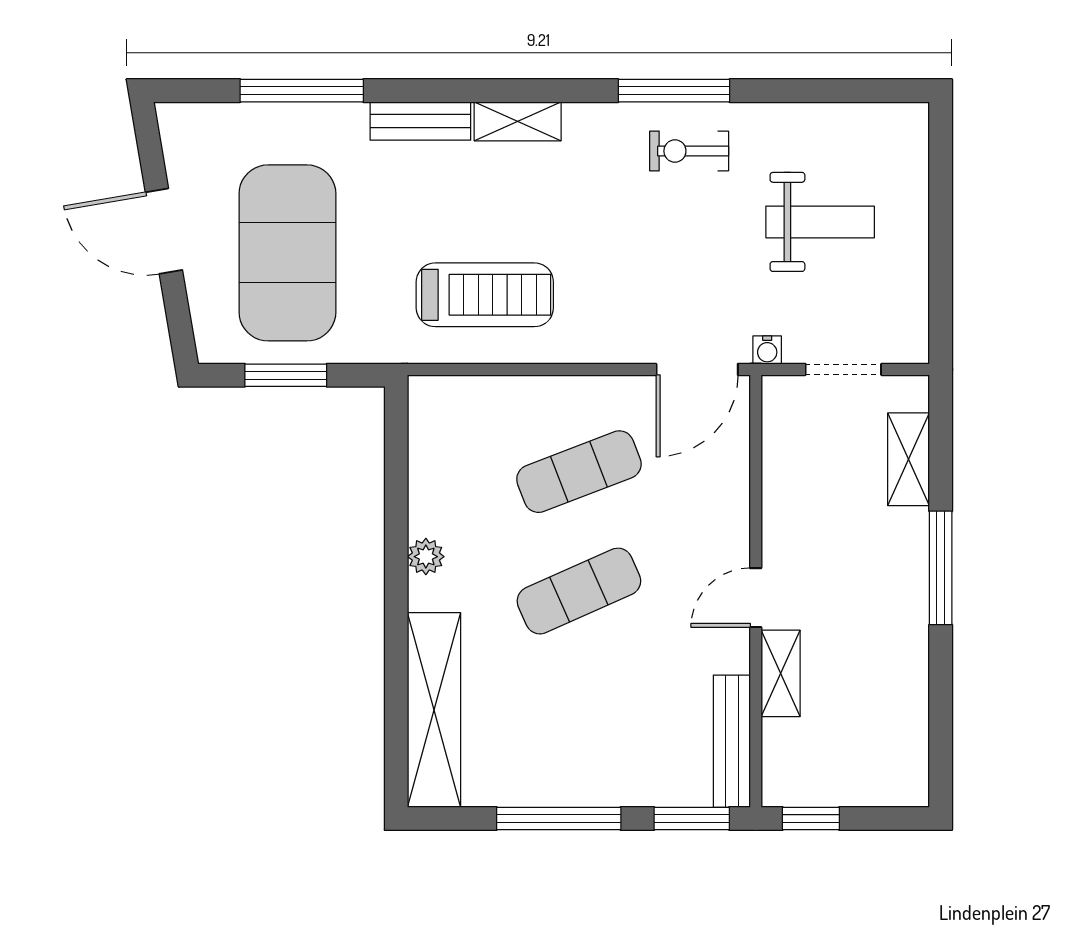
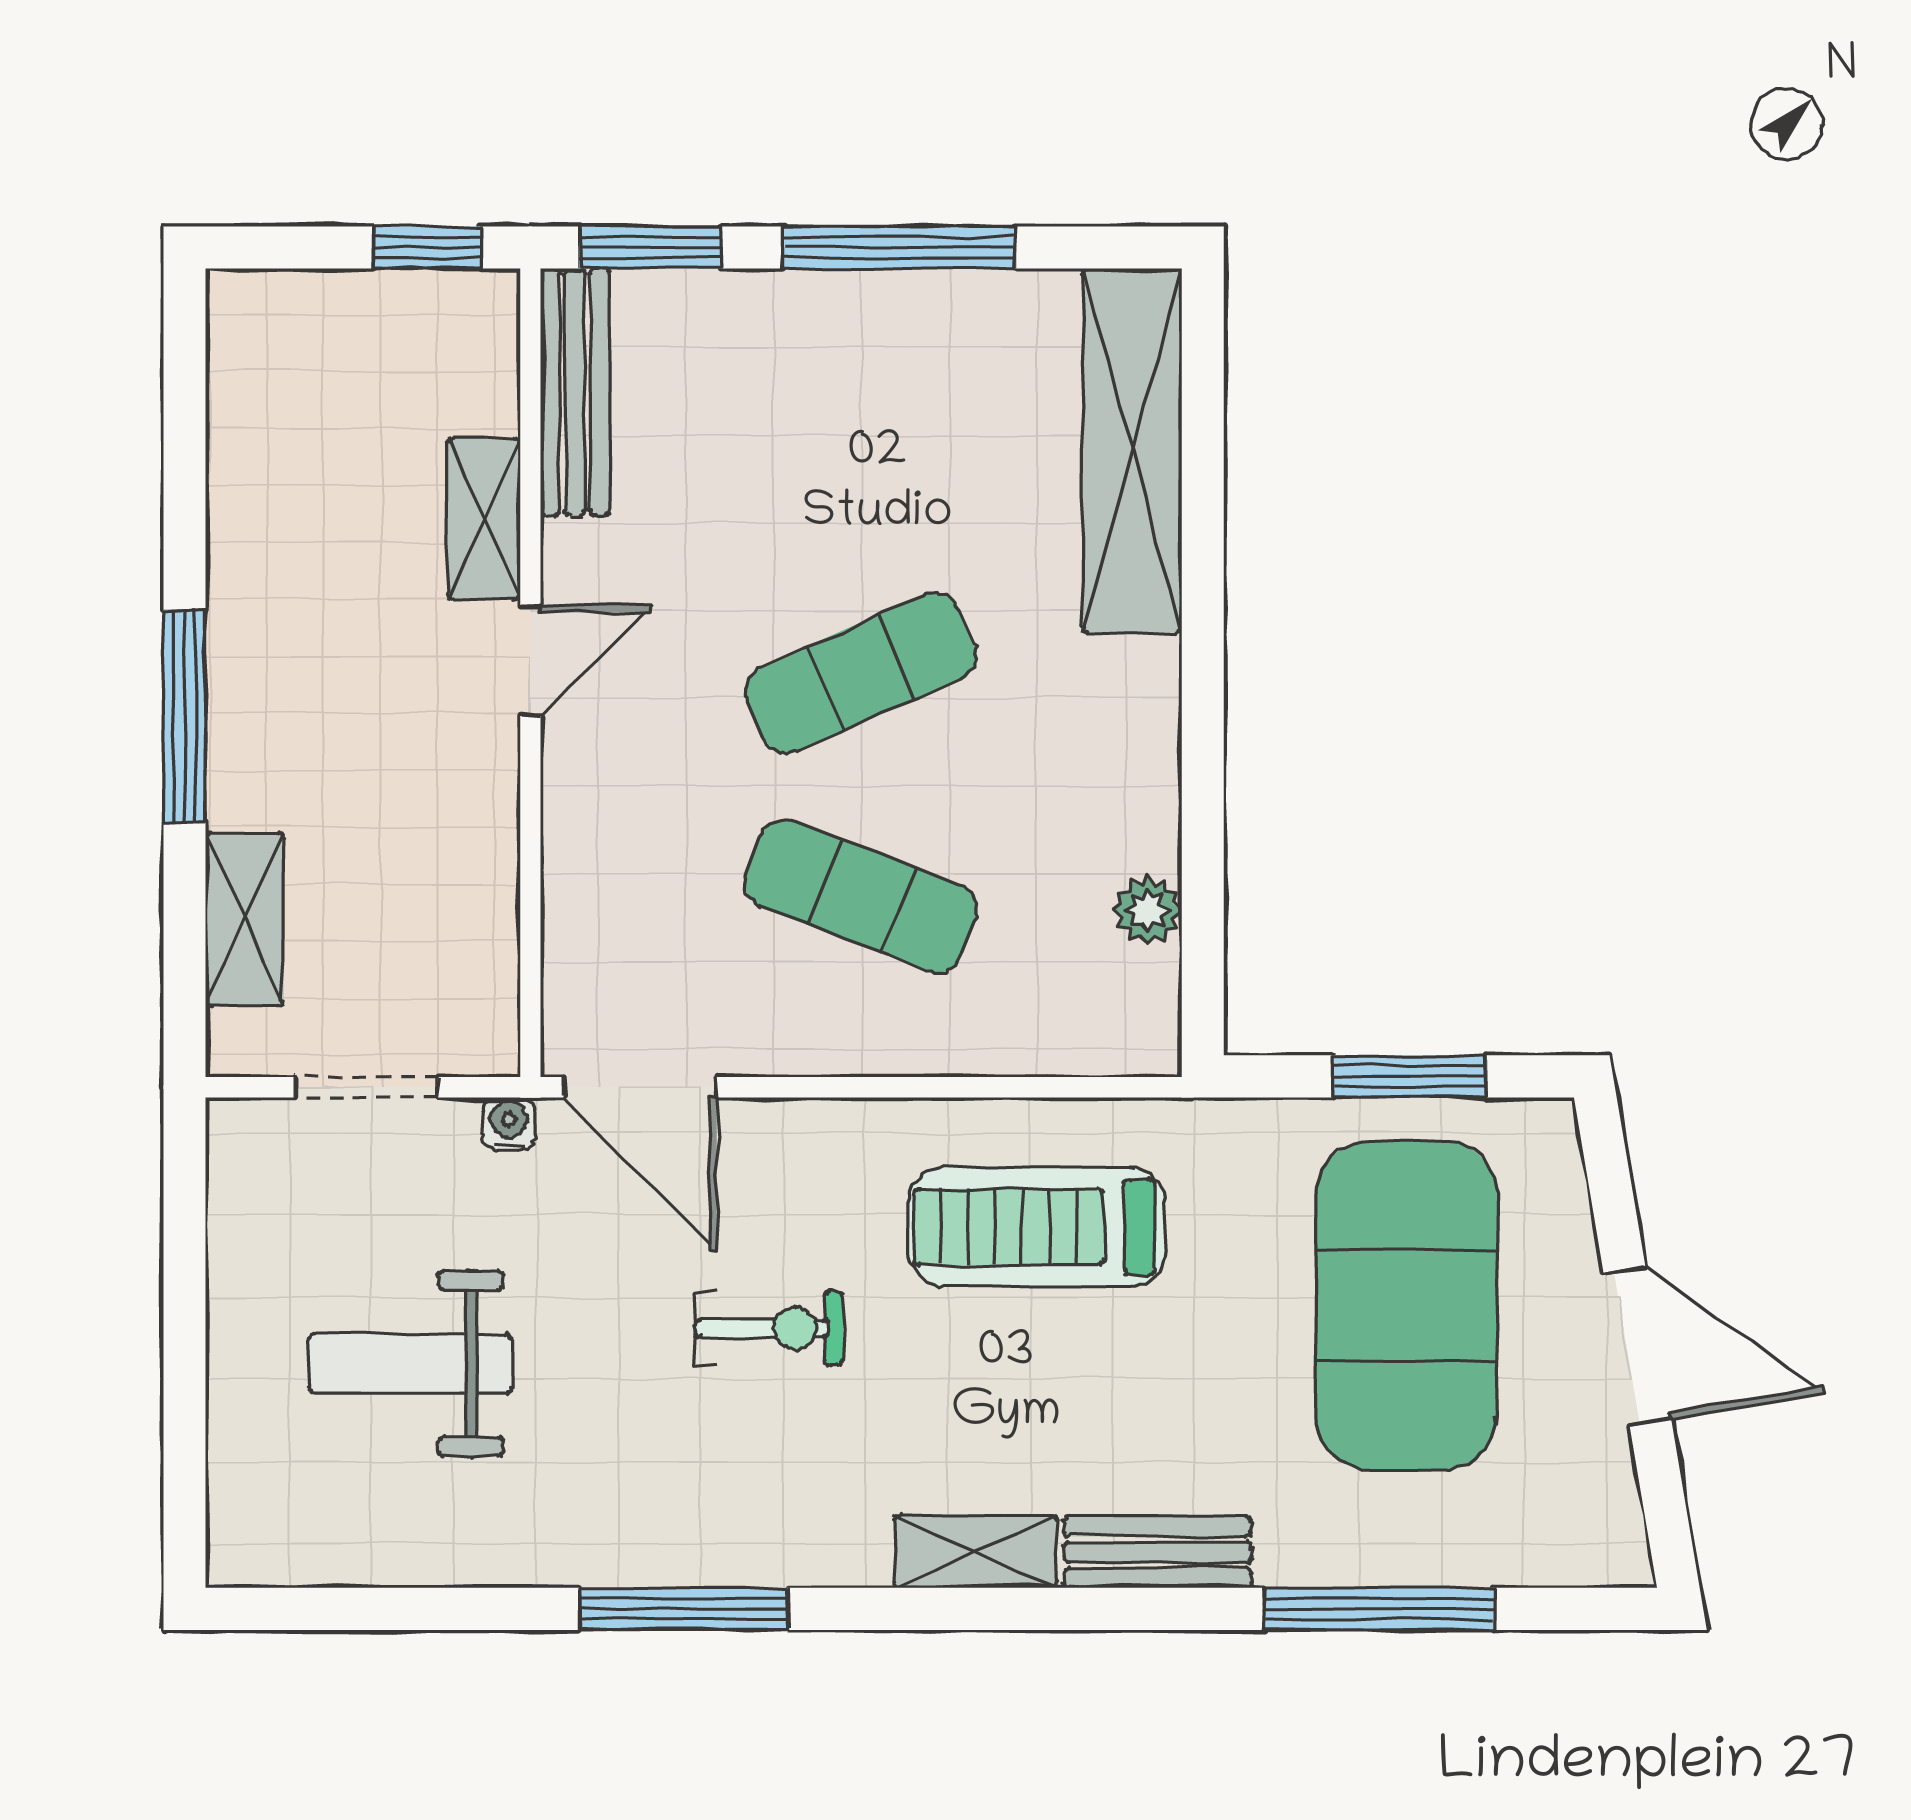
exercise bike: (689, 151) -> (769, 1328), moved
door: (697, 369) -> (640, 1087), swing flipped
exercise mat: (579, 472) -> (861, 896), turned 42
plant: (426, 557) -> (1147, 910), moved

